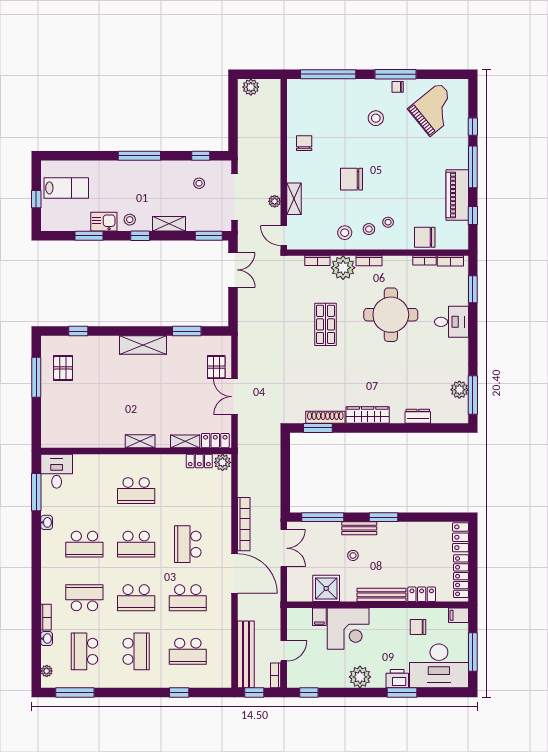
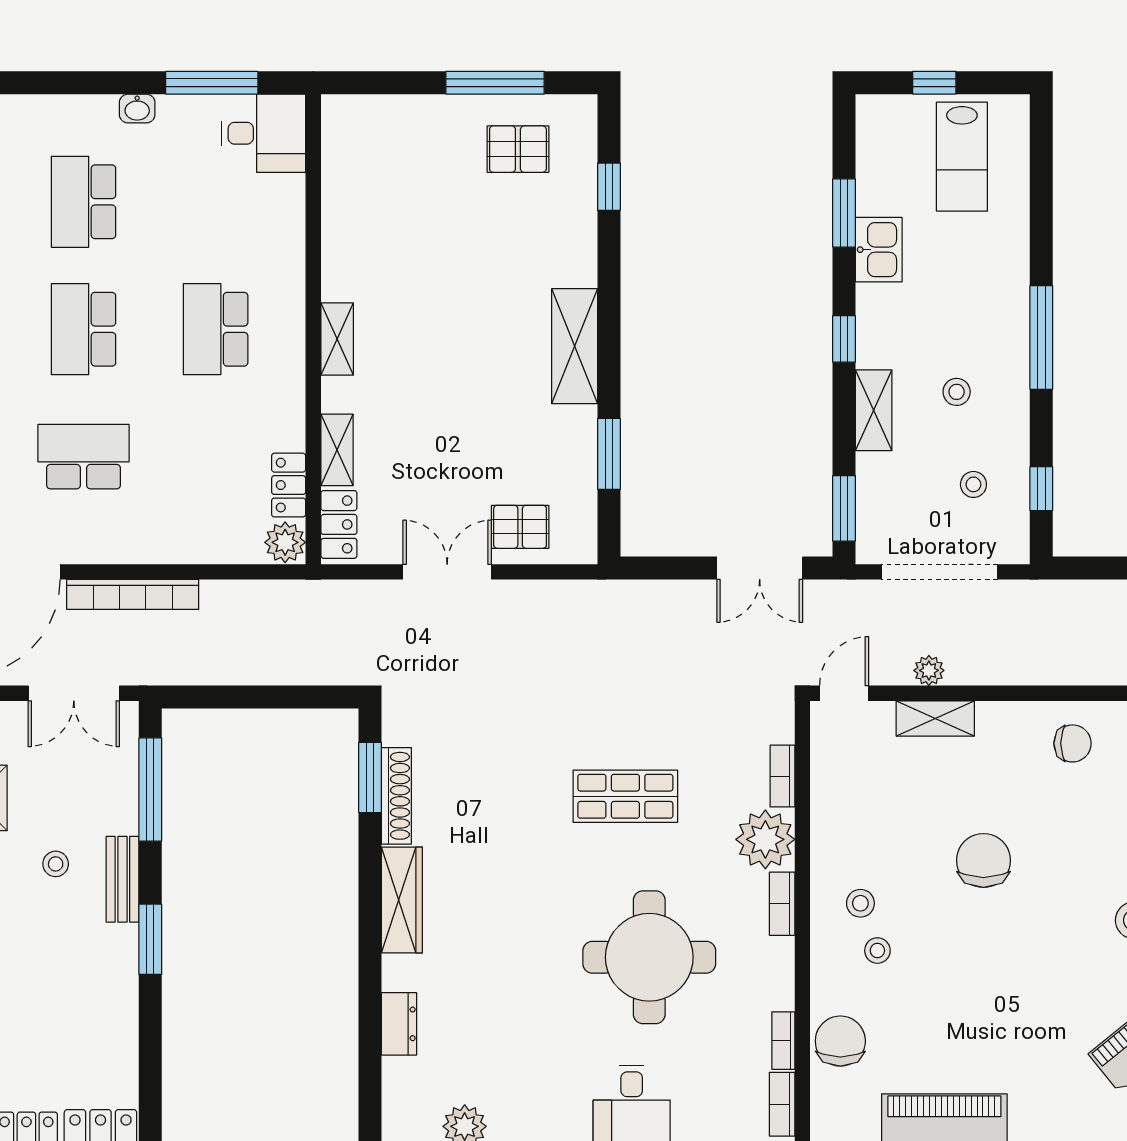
stool: (130, 220) -> (957, 392), moved
stool: (345, 233) -> (852, 844), removed

